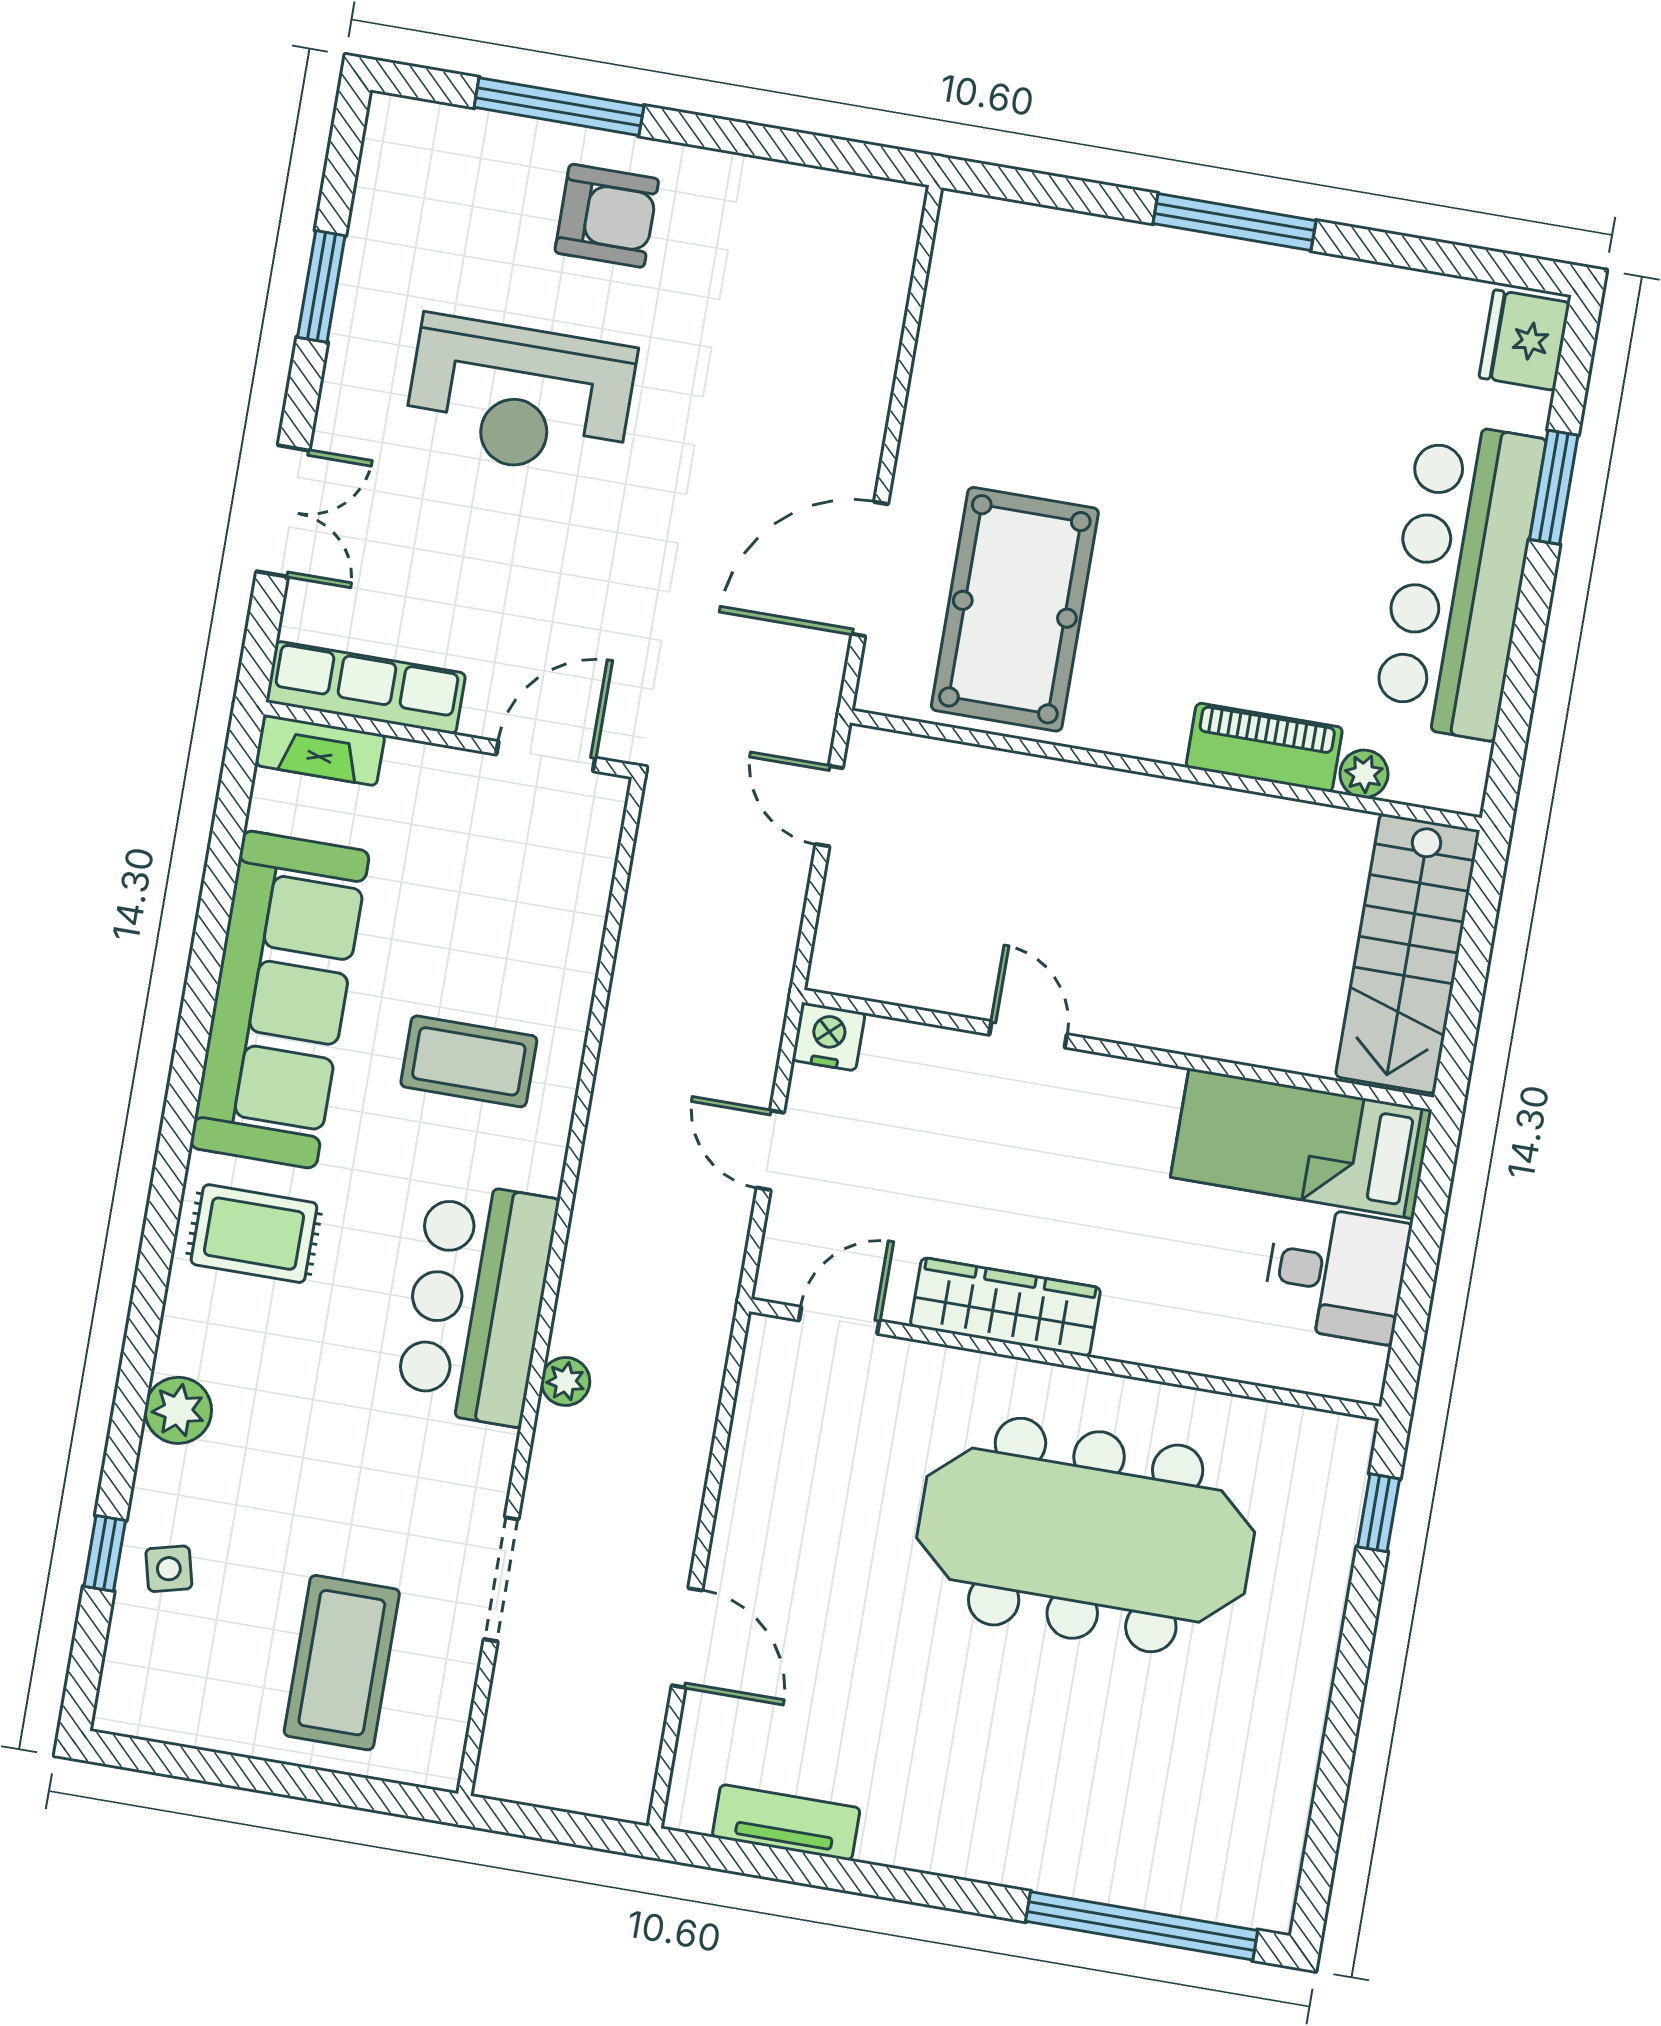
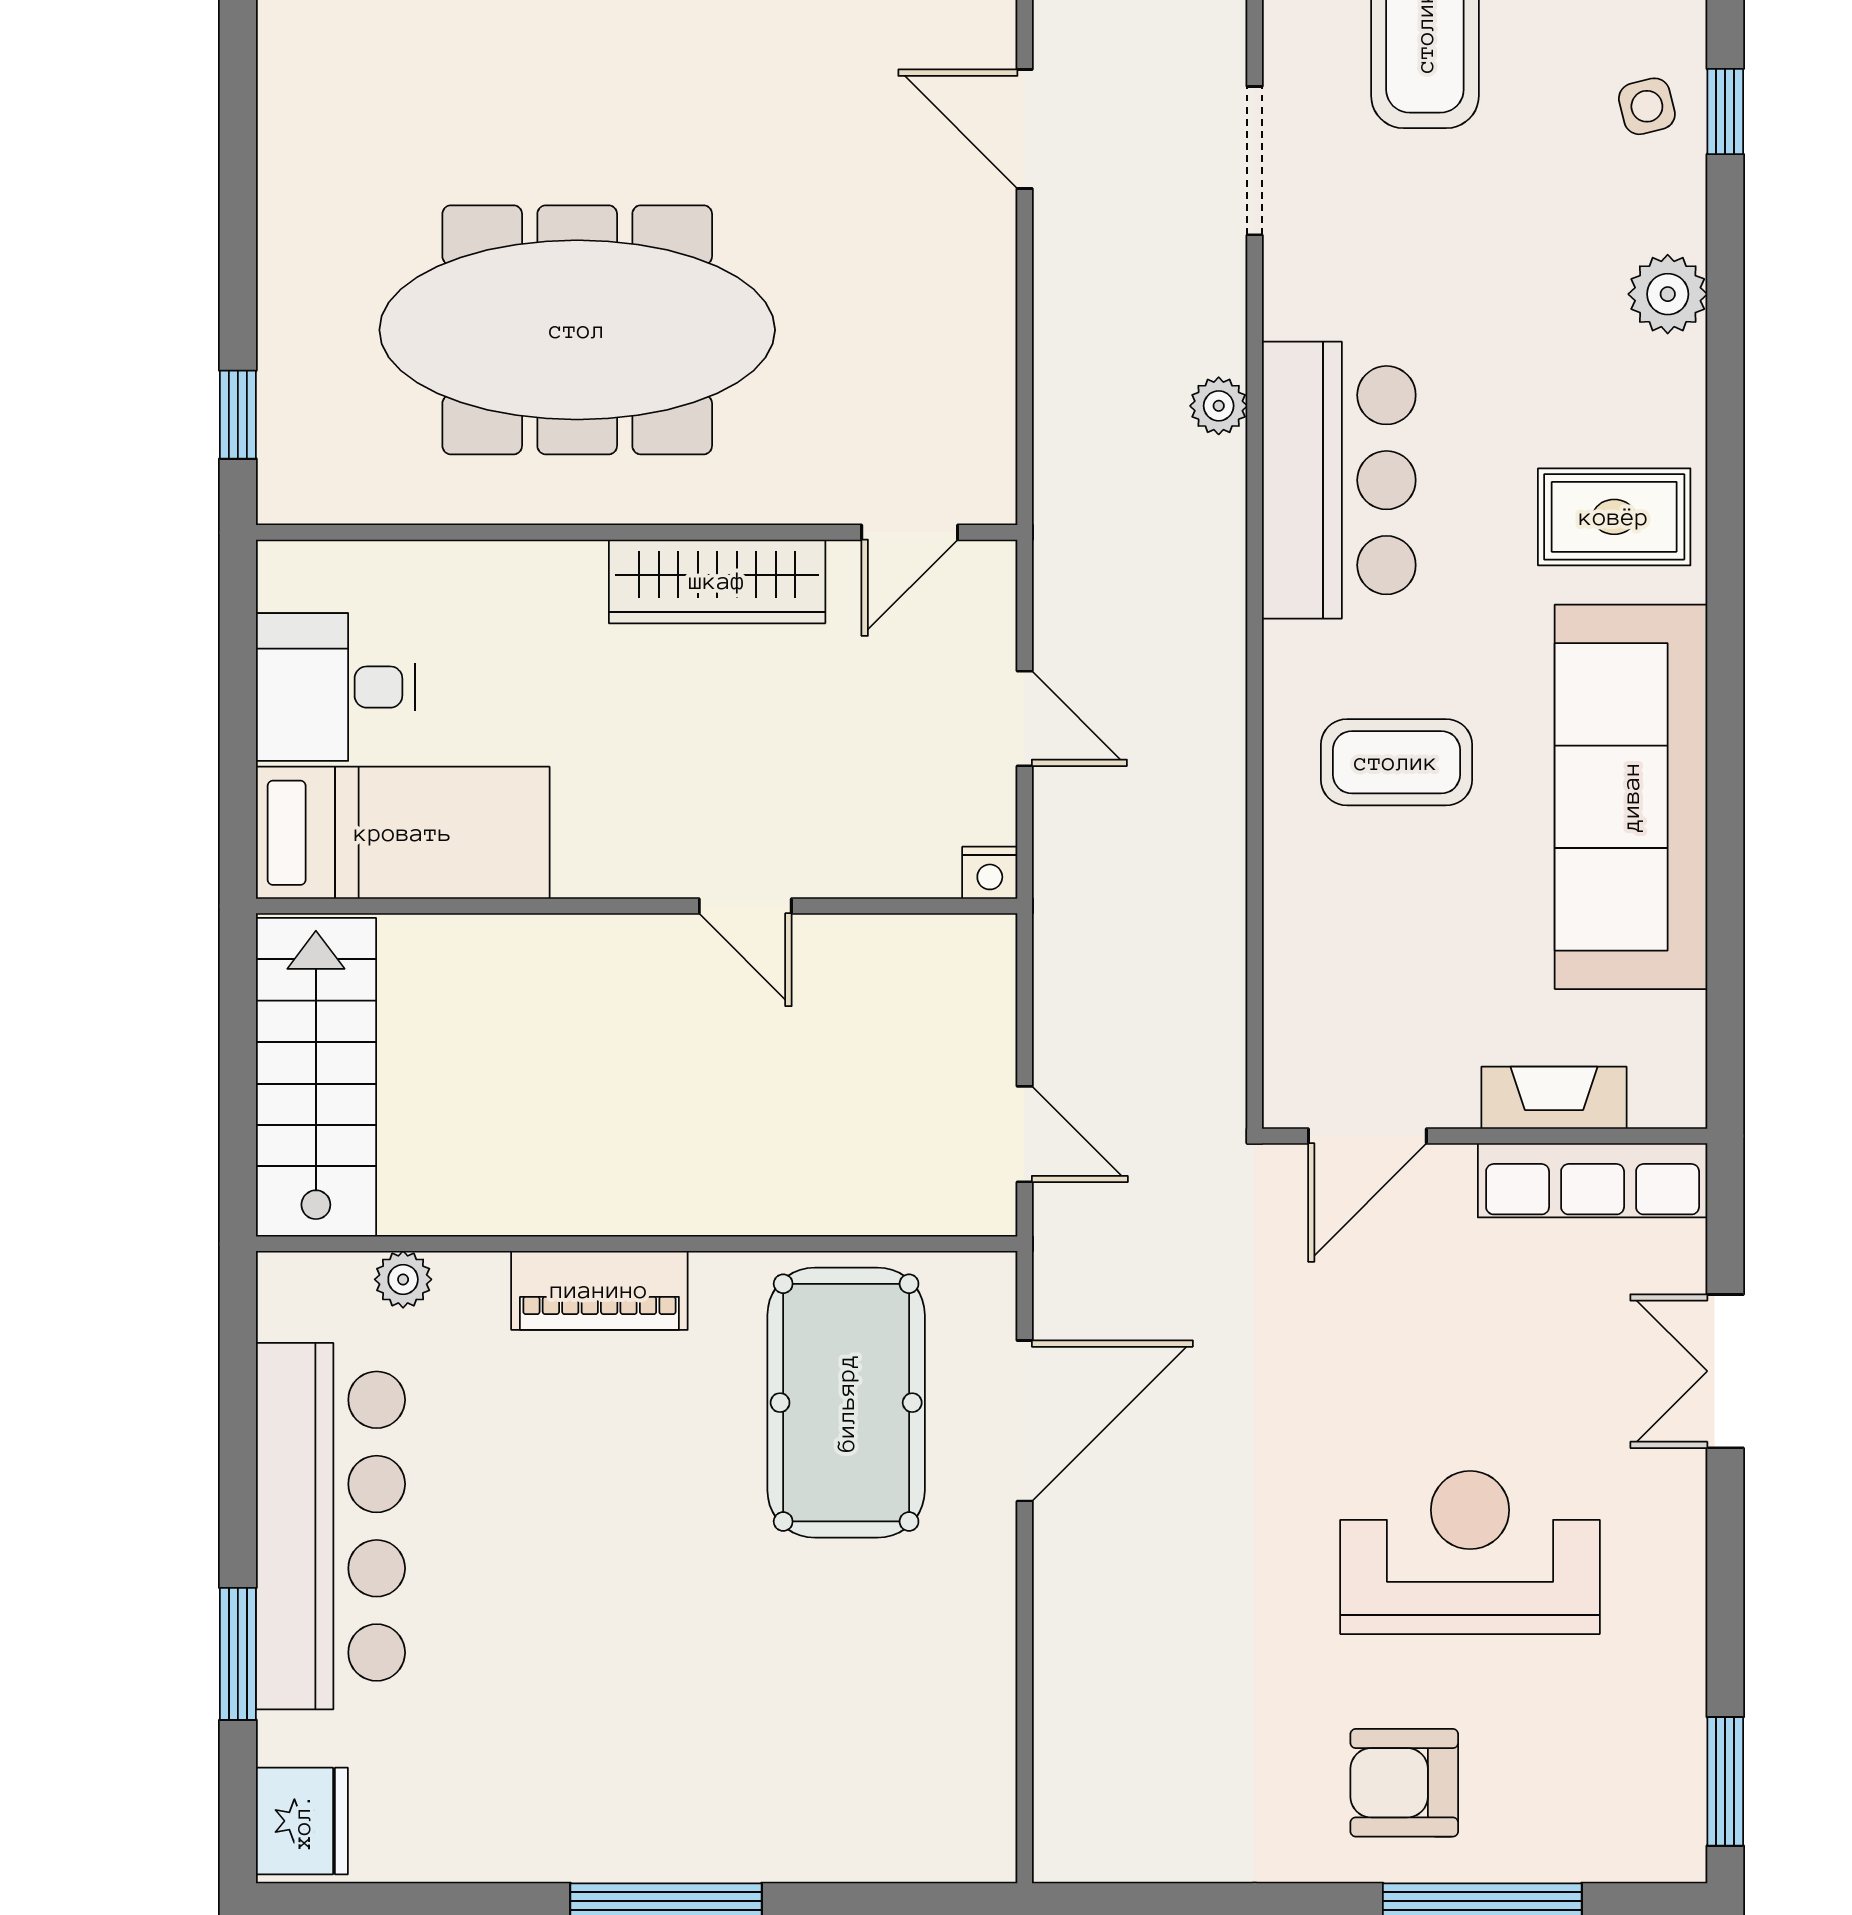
window: (321, 286) -> (1725, 1781), moved
piano: (1264, 747) -> (599, 1290), moved
fireplace: (320, 750) -> (1554, 1098), moved
nightstand: (829, 1037) -> (990, 873), width x0.72, depth x0.74

